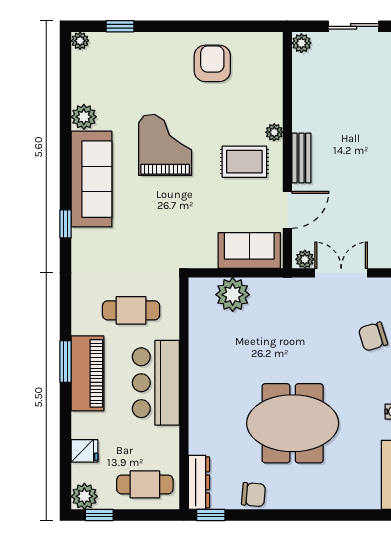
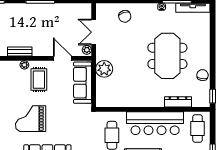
bench: (301, 158) -> (20, 52), moved
sofa: (249, 250) -> (82, 83), width x1.36
plant: (233, 295) -> (104, 69), moved
bar counter: (156, 383) -> (155, 123), width x1.36
dresser: (199, 482) -> (178, 102), moved

